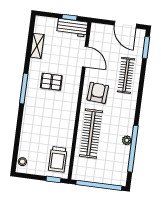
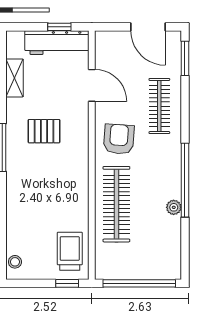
workbench: (72, 28) -> (57, 43), width x1.37
window: (133, 149) -> (185, 180), moved
trolley: (58, 159) -> (70, 251), turned 180

